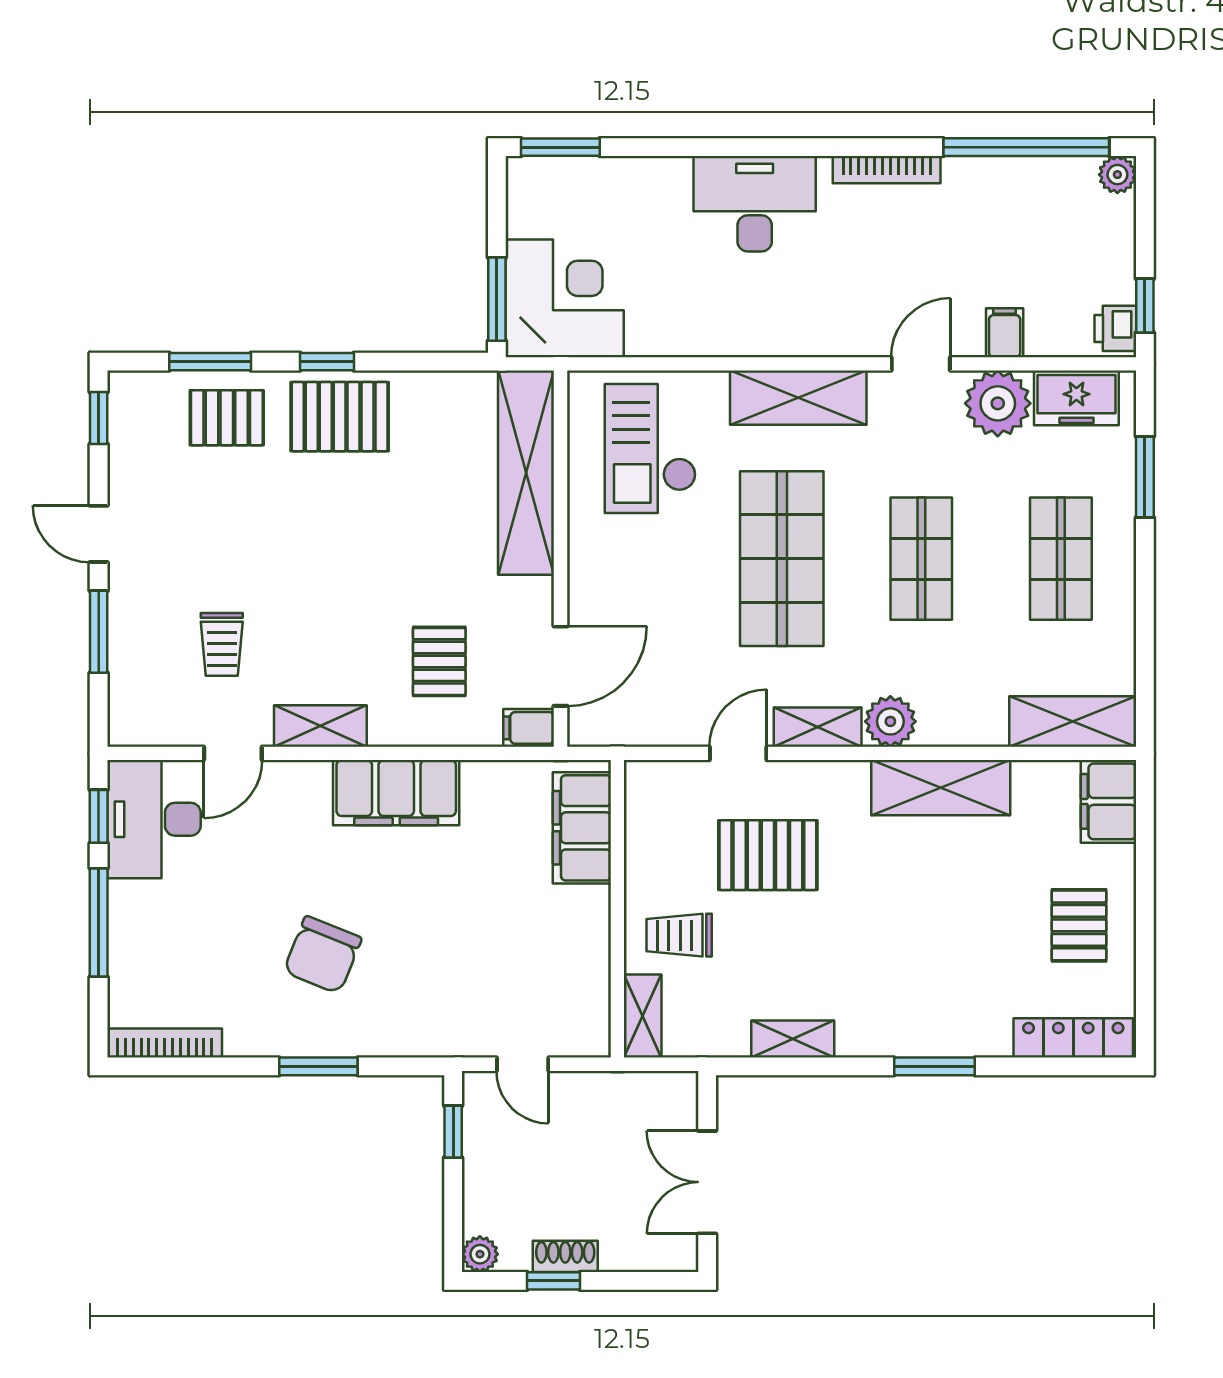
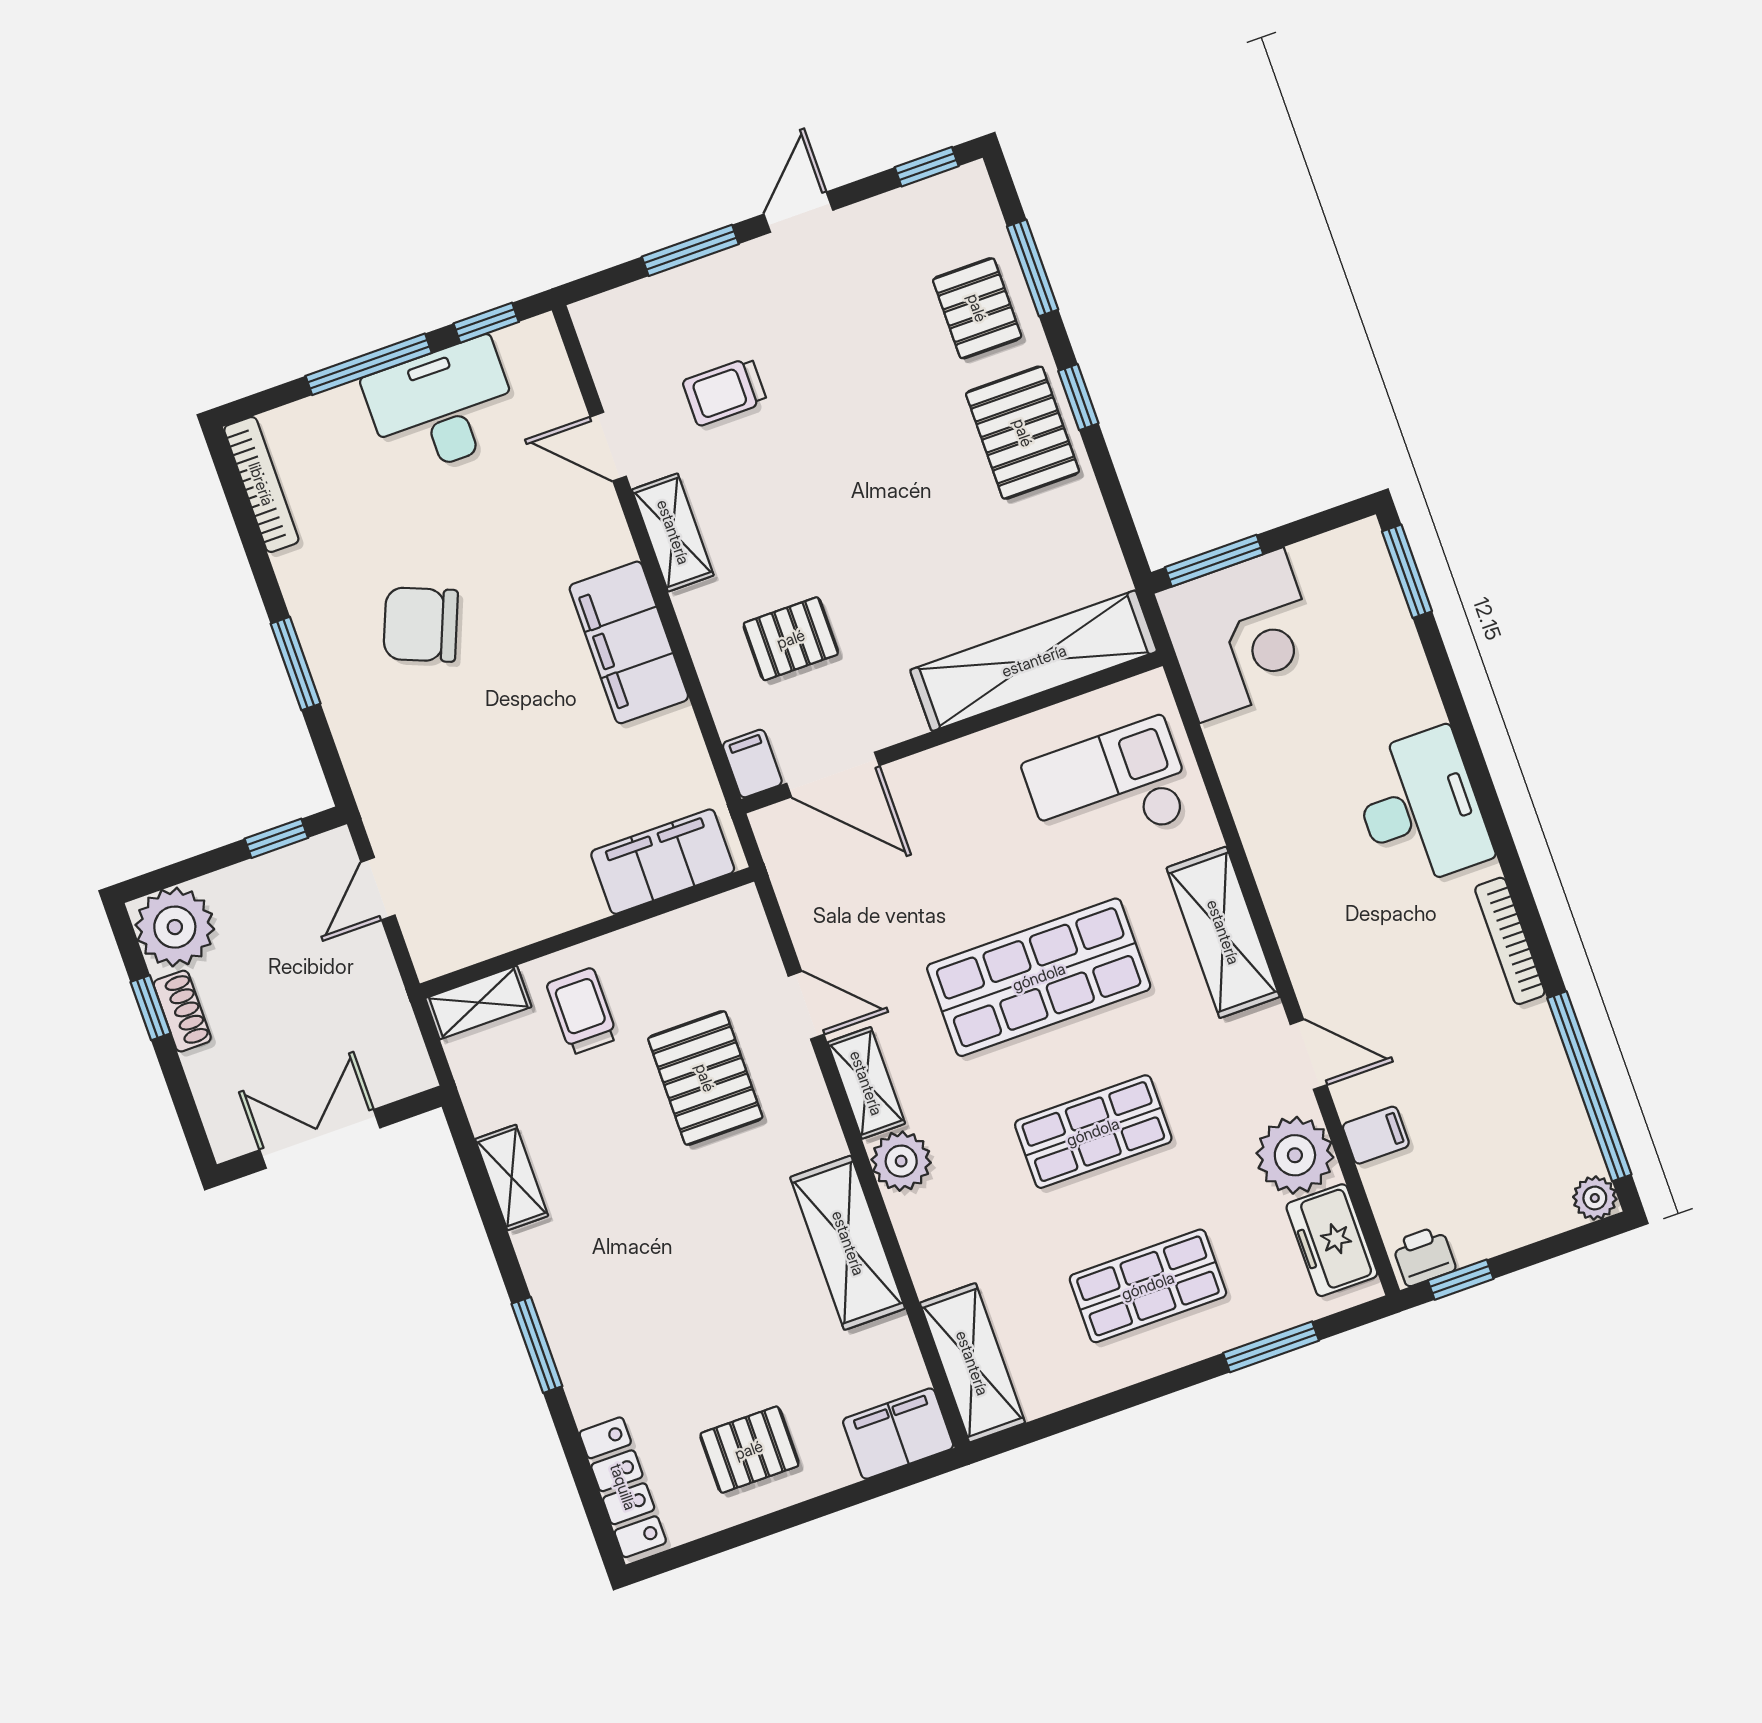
desk: (154, 819) -> (442, 407), moved
plant: (480, 1254) -> (175, 927), width x1.87, depth x1.87

